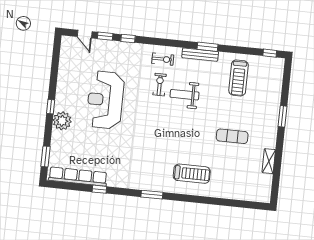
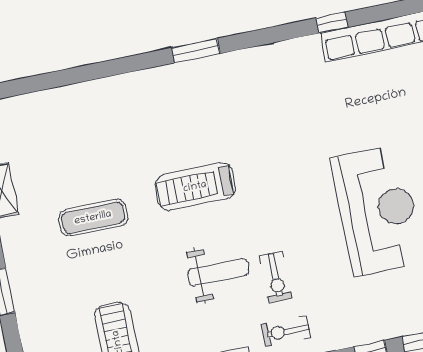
treadmill: (192, 174) -> (195, 187), moved
window: (152, 195) -> (196, 51), moved

